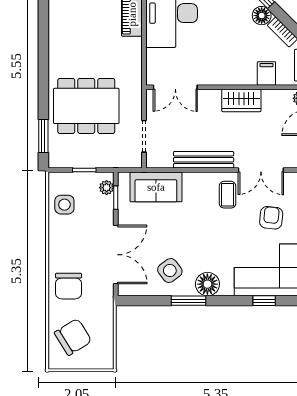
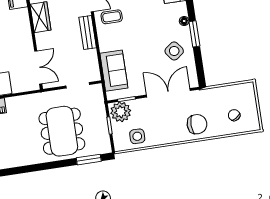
bench: (204, 160) -> (88, 33), width x0.73
plant: (107, 188) -> (121, 112), width x1.88, depth x1.88
floor lamp: (207, 284) -> (184, 21), width x0.53, depth x0.53
chair: (73, 337) -> (234, 115), width x0.54, depth x0.54

